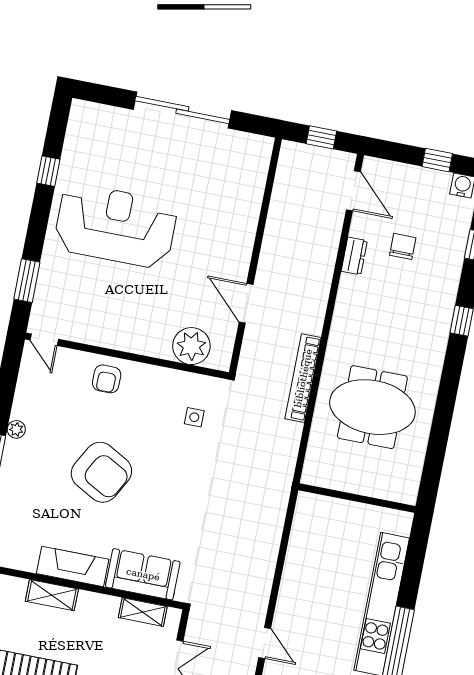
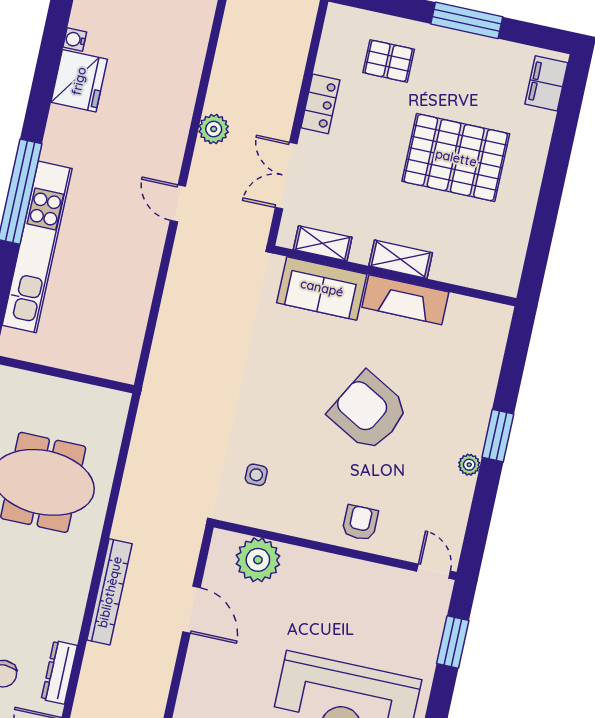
dresser: (354, 256) -> (59, 672), width x1.44
bookcase: (303, 378) -> (110, 592), moved
shelving: (52, 595) -> (401, 259), moved

